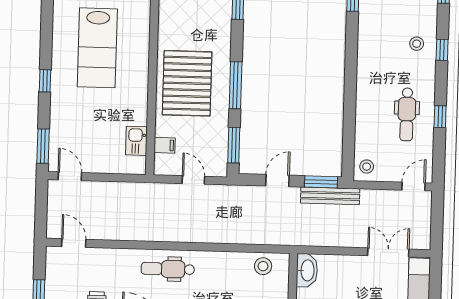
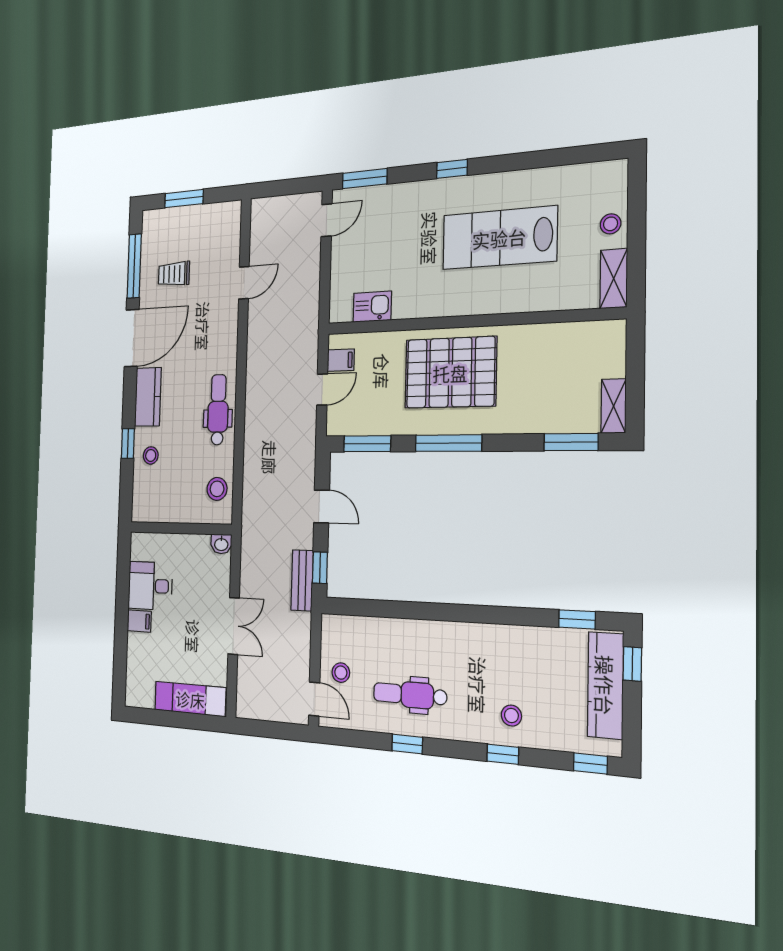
filing cabinet: (165, 145) -> (341, 360), moved, turned -90
stool: (367, 167) -> (341, 673), moved
window: (321, 182) -> (320, 568), width x0.67
bench: (330, 196) -> (302, 580), width x0.73
door: (74, 243) -> (244, 283), moved
double door: (388, 252) -> (234, 626), moved
dental chair: (168, 269) -> (218, 410), moved
washbasin: (307, 270) -> (221, 544), width x0.52, depth x0.69

